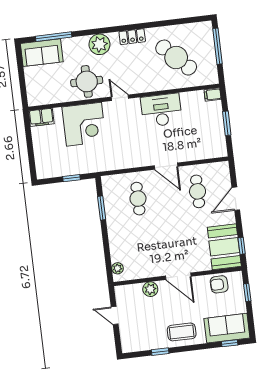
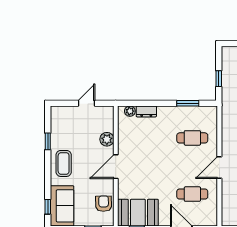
dresser: (116, 251) -> (146, 111), added

